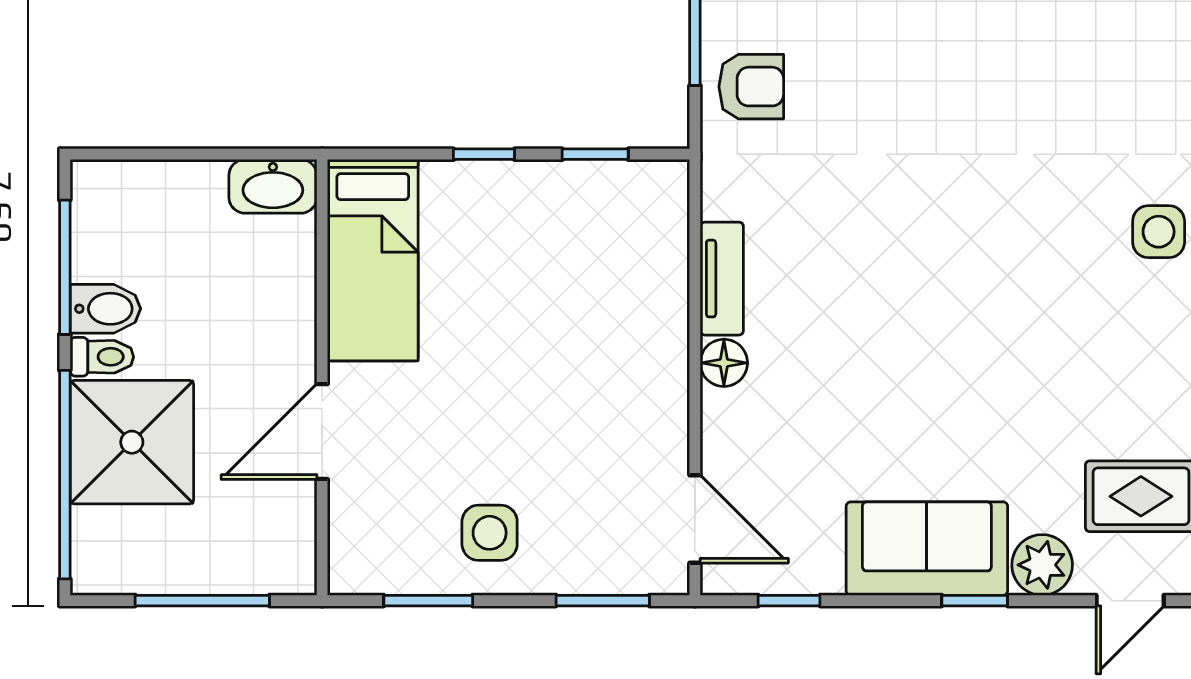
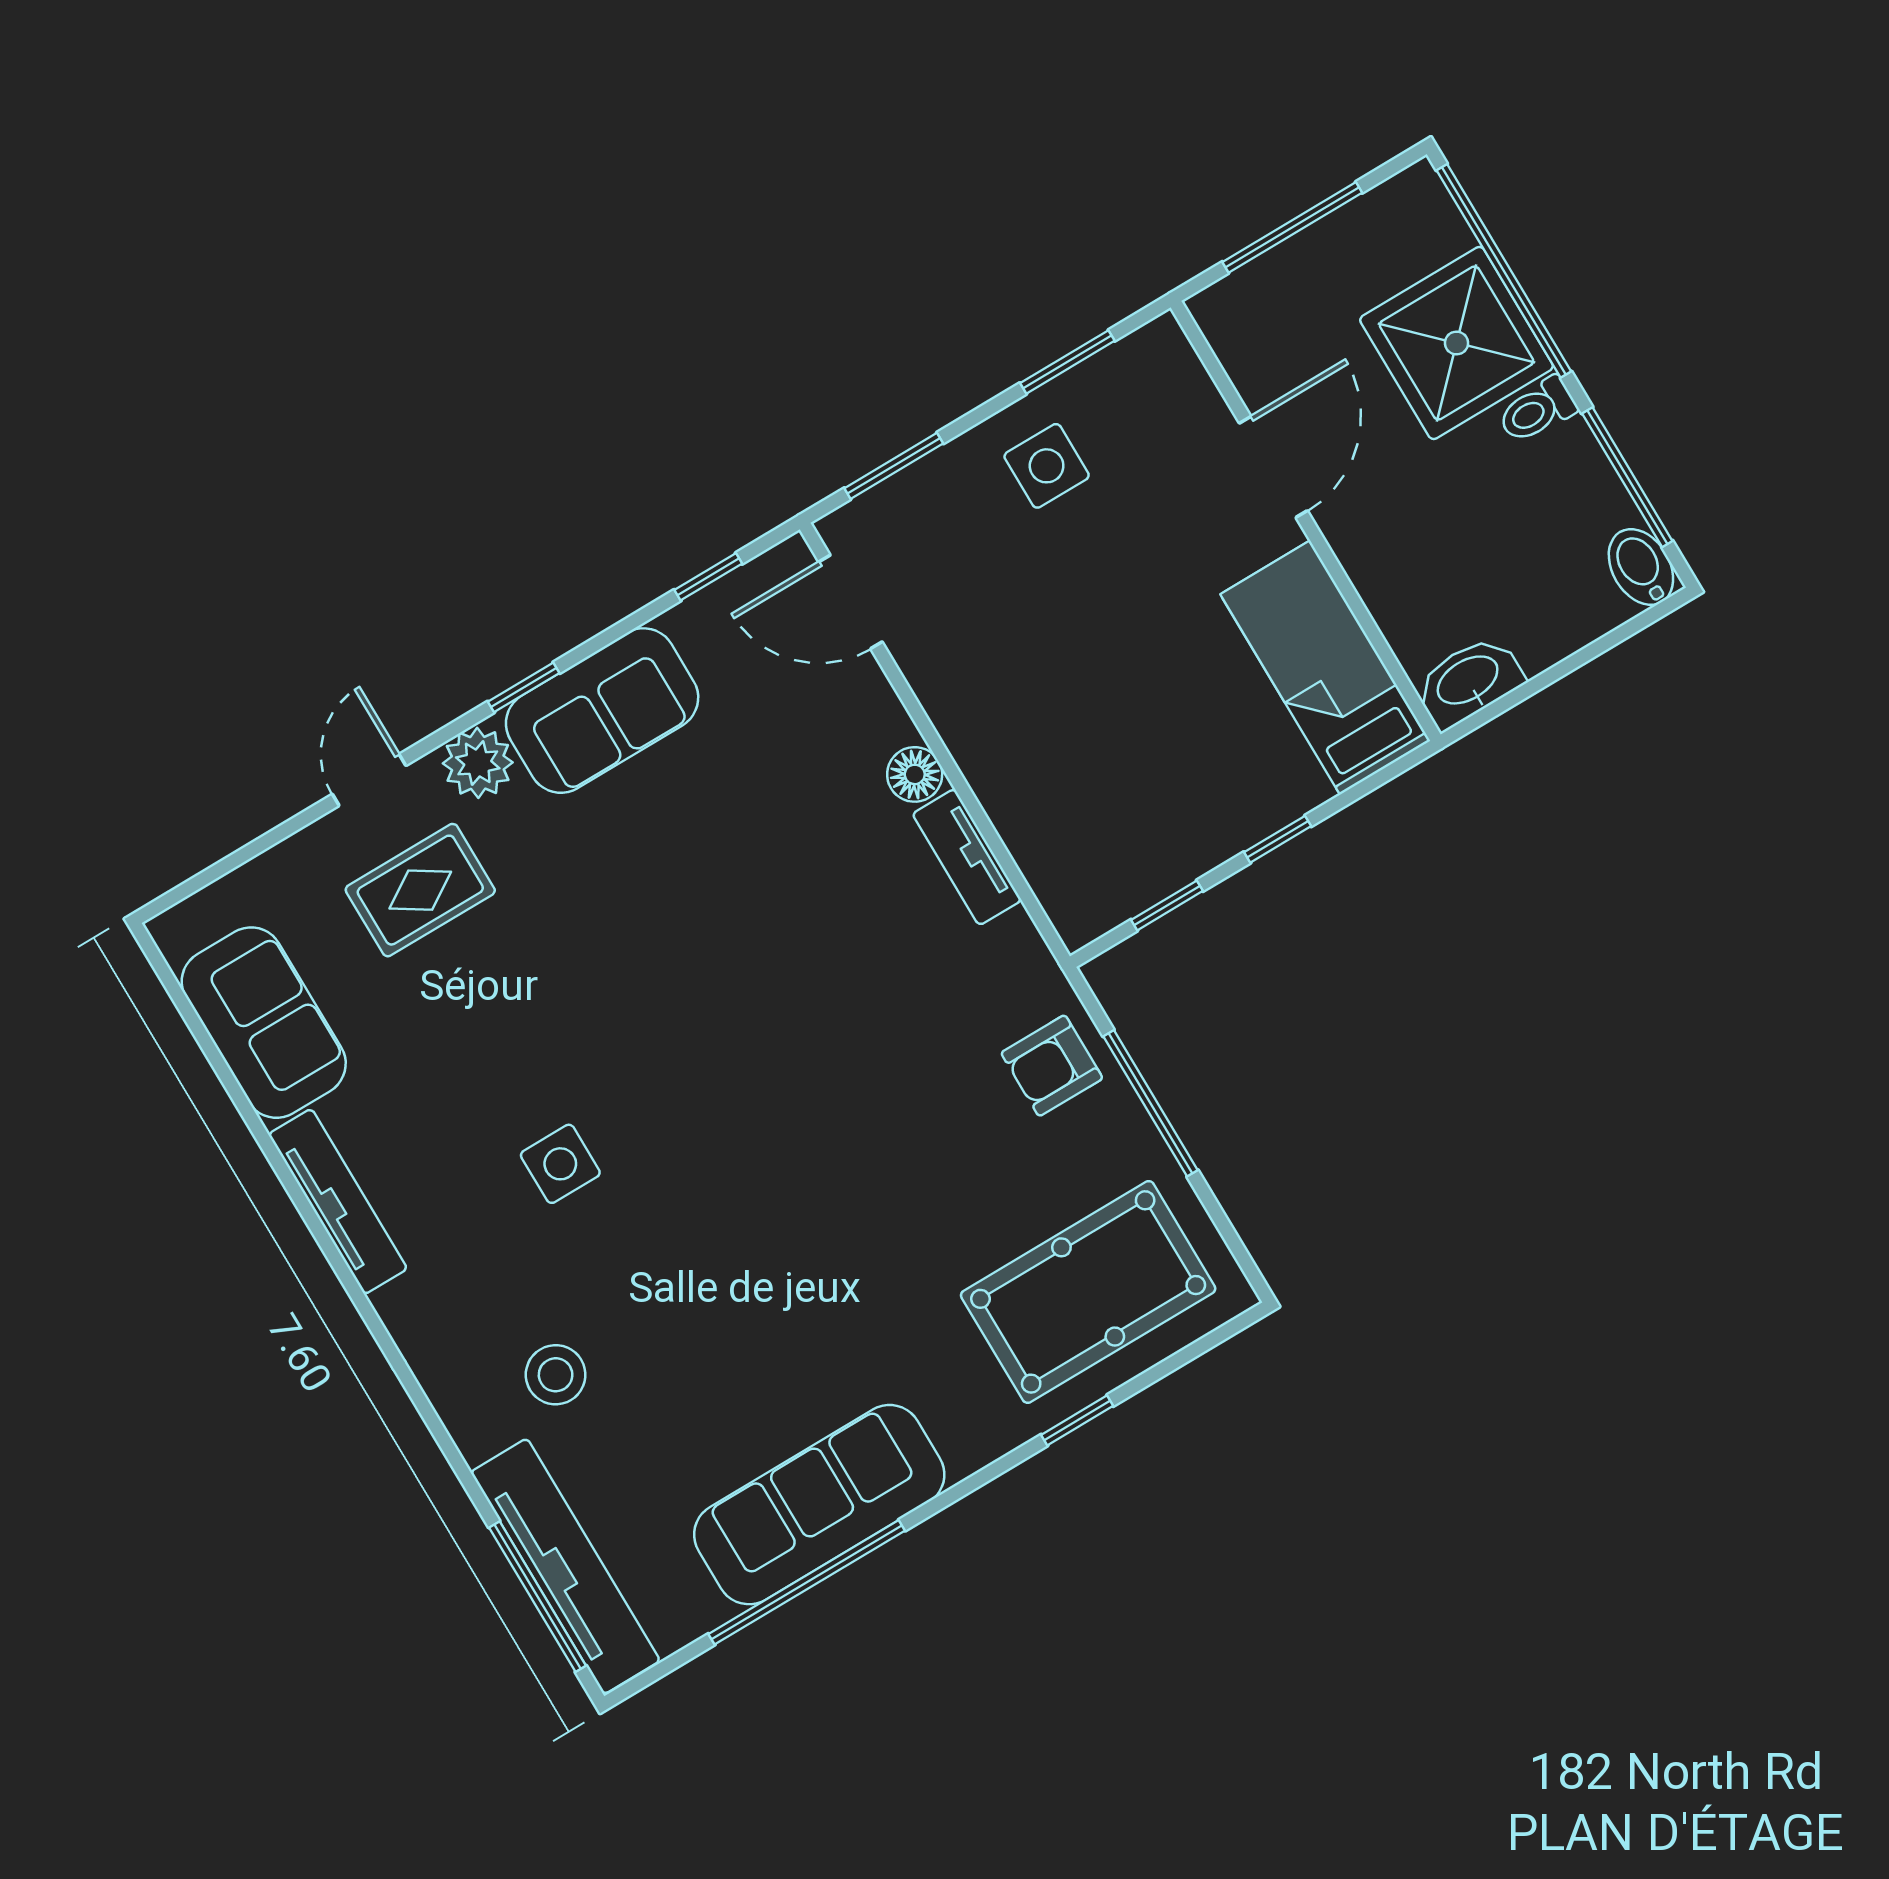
bidet: (105, 309) -> (1641, 567), moved, turned 90

